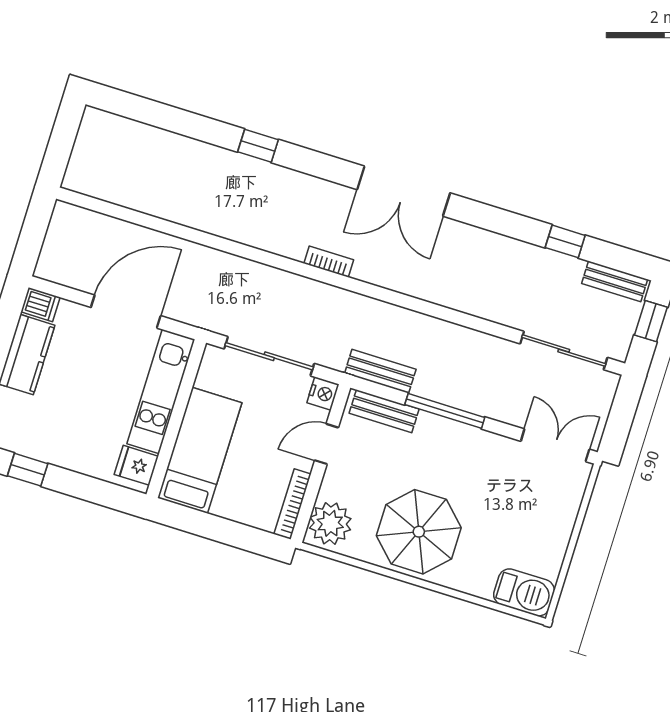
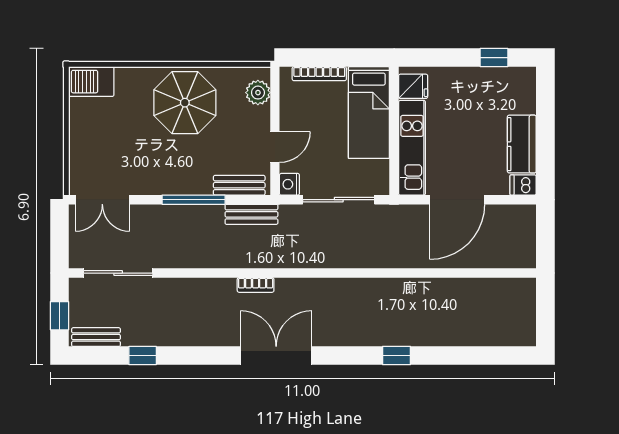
bookcase: (329, 262) -> (256, 285), moved
bookcase: (293, 504) -> (319, 74), moved, turned 90
plant: (330, 523) -> (258, 93), width x0.73, depth x0.73

